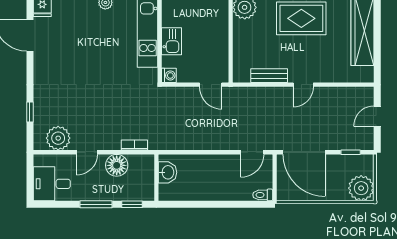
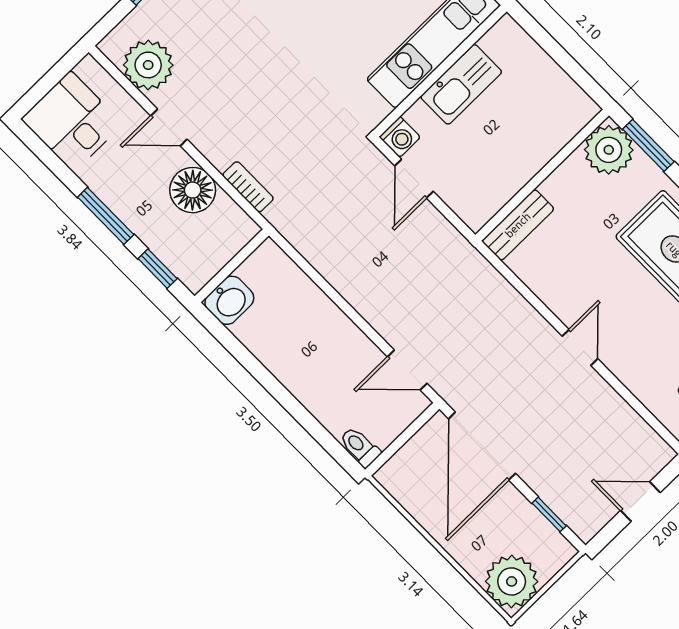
kitchen sink: (172, 41) -> (461, 84), width x1.38
bench: (269, 76) -> (518, 225), moved, turned 90
door: (211, 85) -> (414, 179), moved
door: (303, 85) -> (580, 347), swing flipped
washbasin: (167, 172) -> (229, 300), moved

